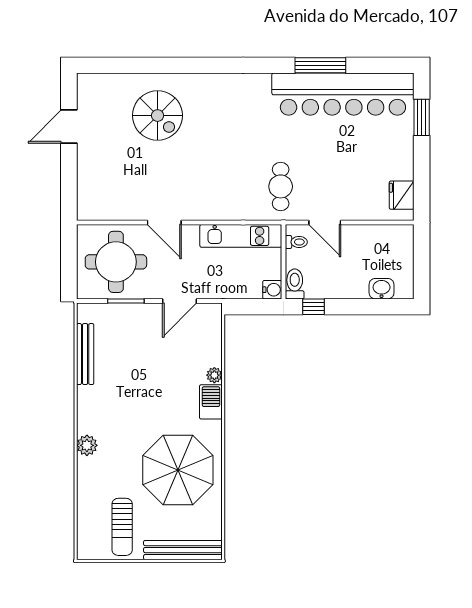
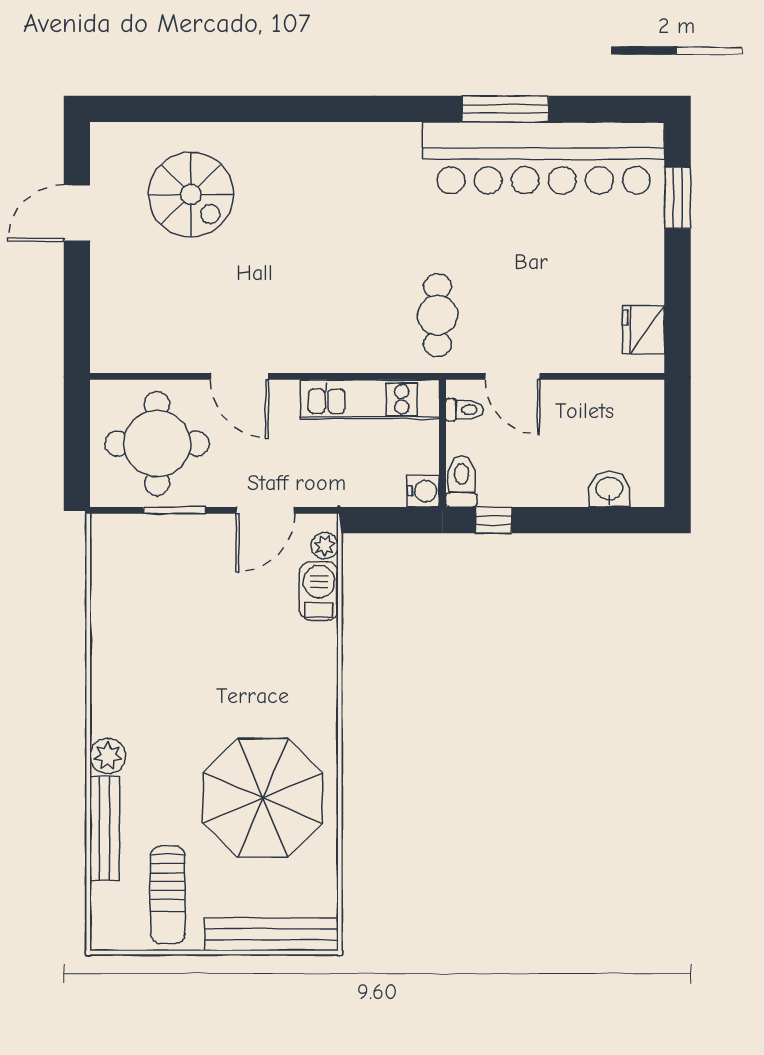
spiral stairs: (158, 116) -> (191, 194), moved
bench: (85, 354) -> (105, 828), moved
plant: (214, 375) -> (325, 546), moved
barbecue: (211, 402) -> (319, 591), moved

